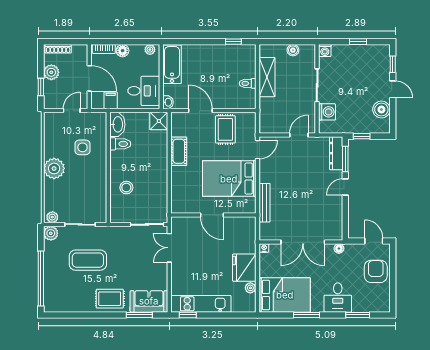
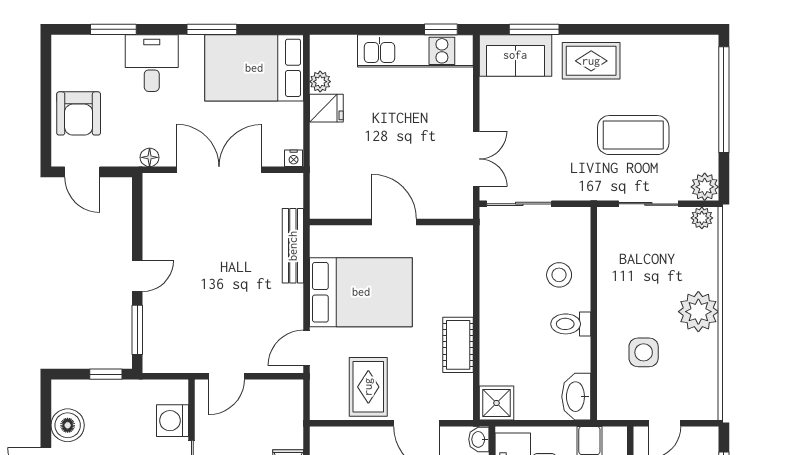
toilet: (120, 144) -> (571, 324), moved
dresser: (336, 153) -> (155, 341), removed
fridge: (244, 268) -> (326, 108), width x0.53, depth x0.75

